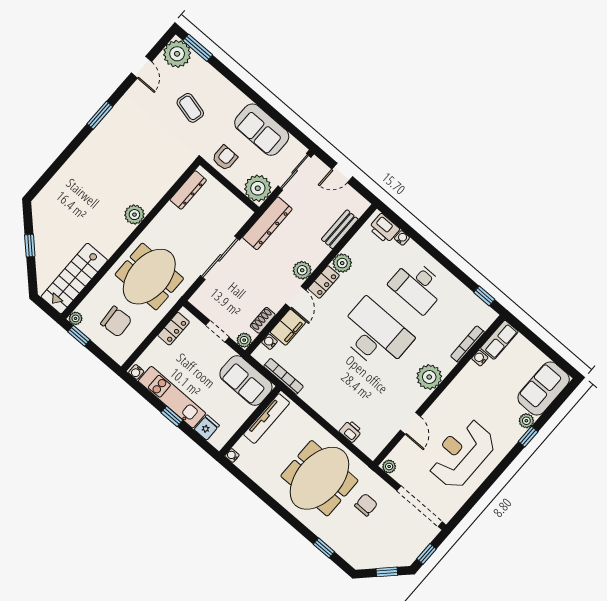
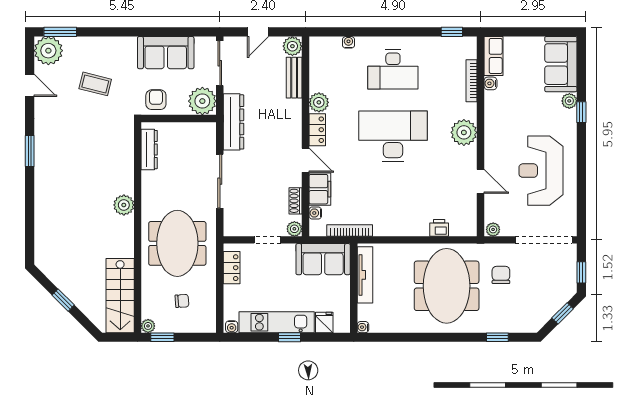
printer: (384, 229) -> (328, 47), removed
plant: (302, 270) -> (292, 46), moved
chair: (116, 322) -> (182, 301), width x0.54, depth x0.54

